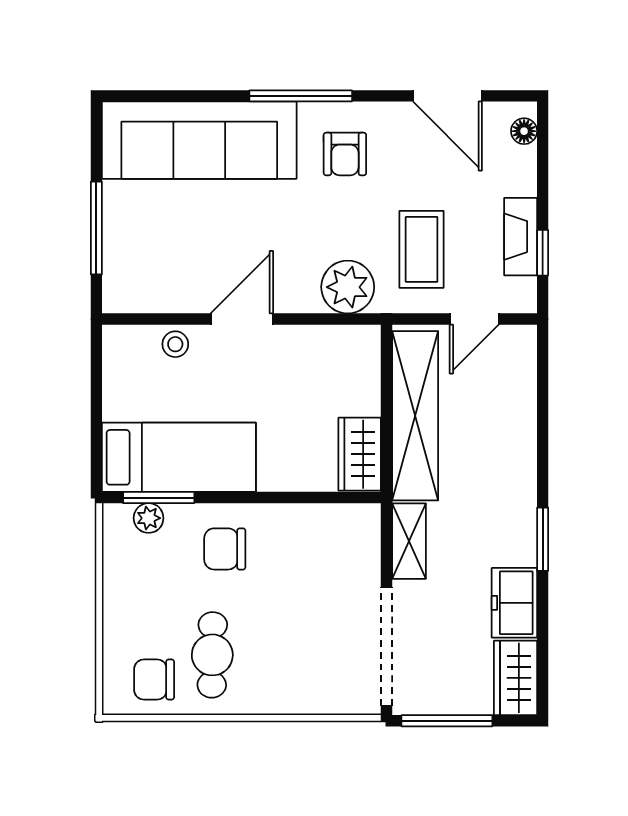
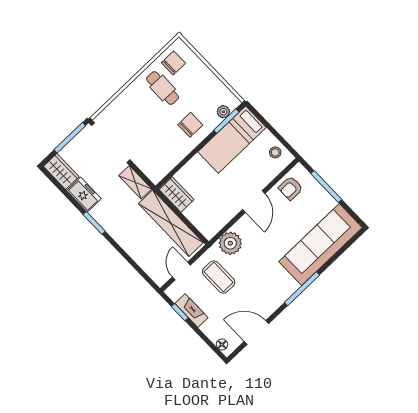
armchair: (345, 154) -> (291, 188), moved, turned -90
stool: (175, 344) -> (275, 152), moved

